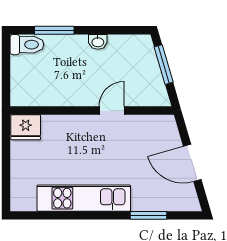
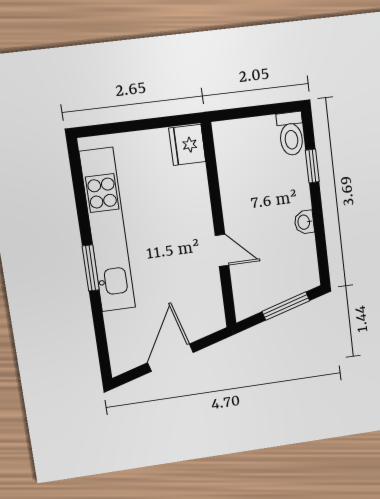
window: (54, 30) -> (312, 166), width x0.67
kitchen unit: (84, 198) -> (107, 230), width x1.36
window: (149, 215) -> (91, 268), moved

